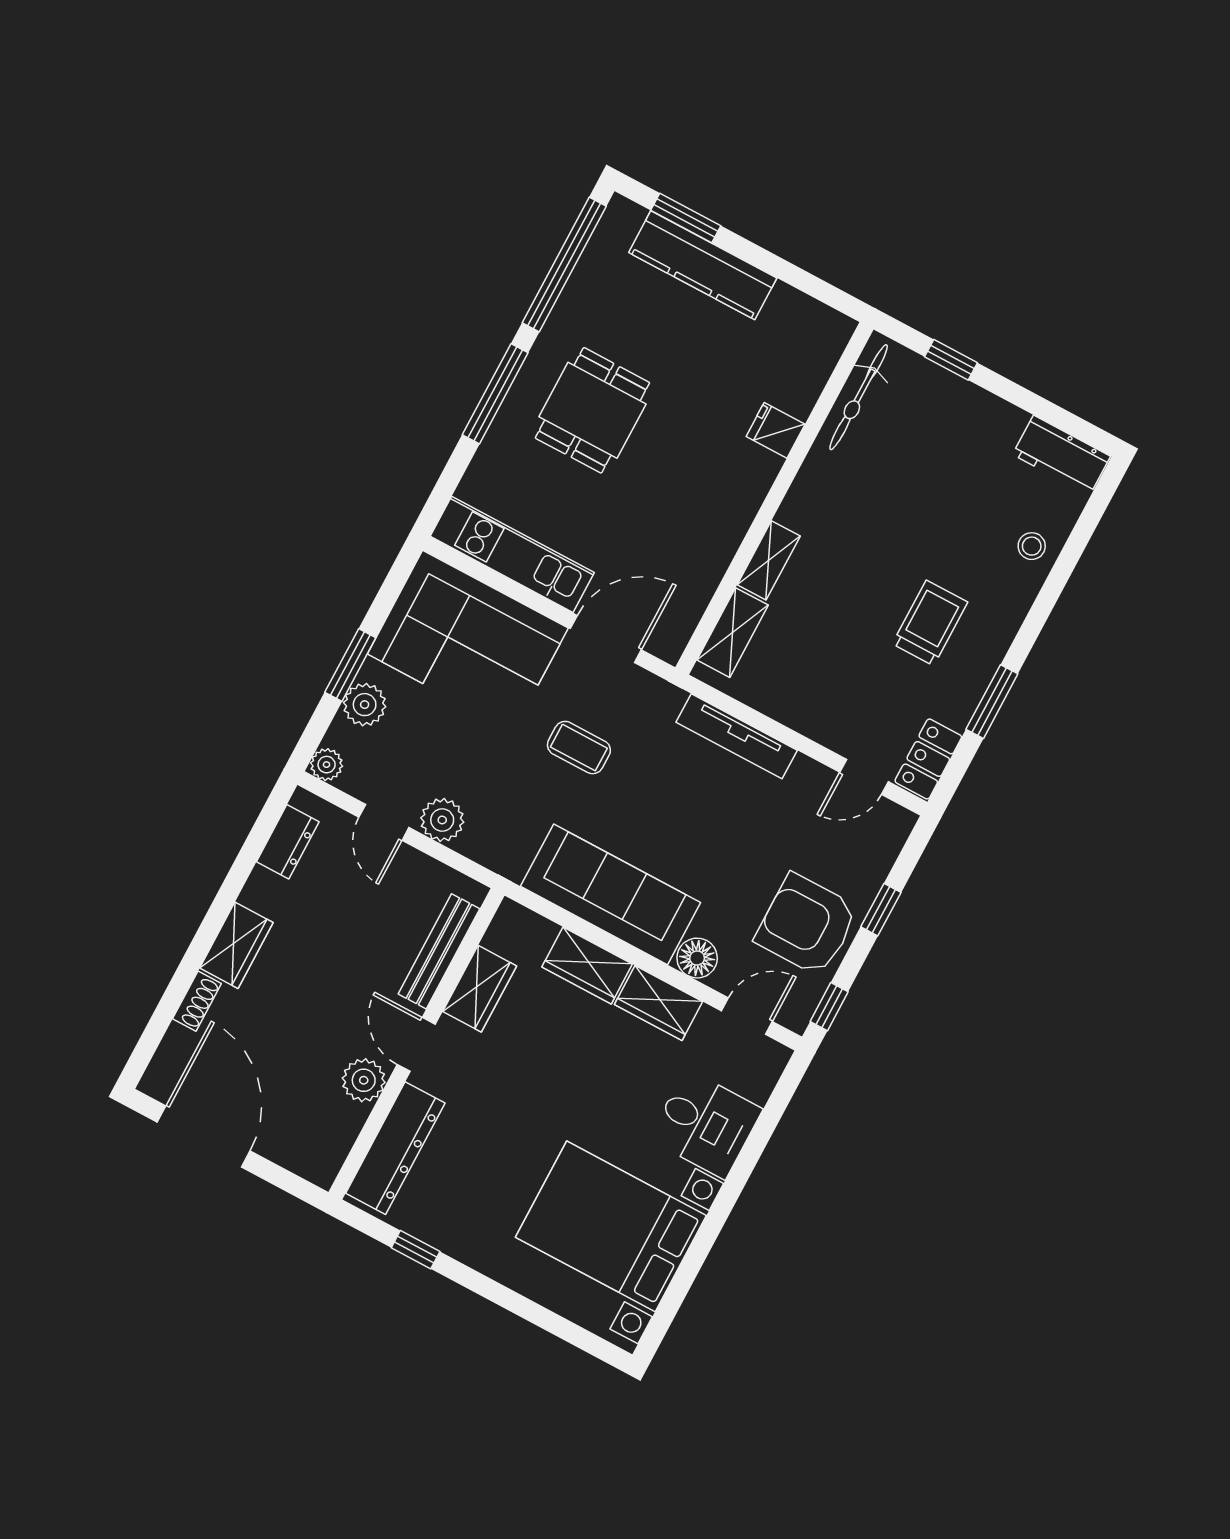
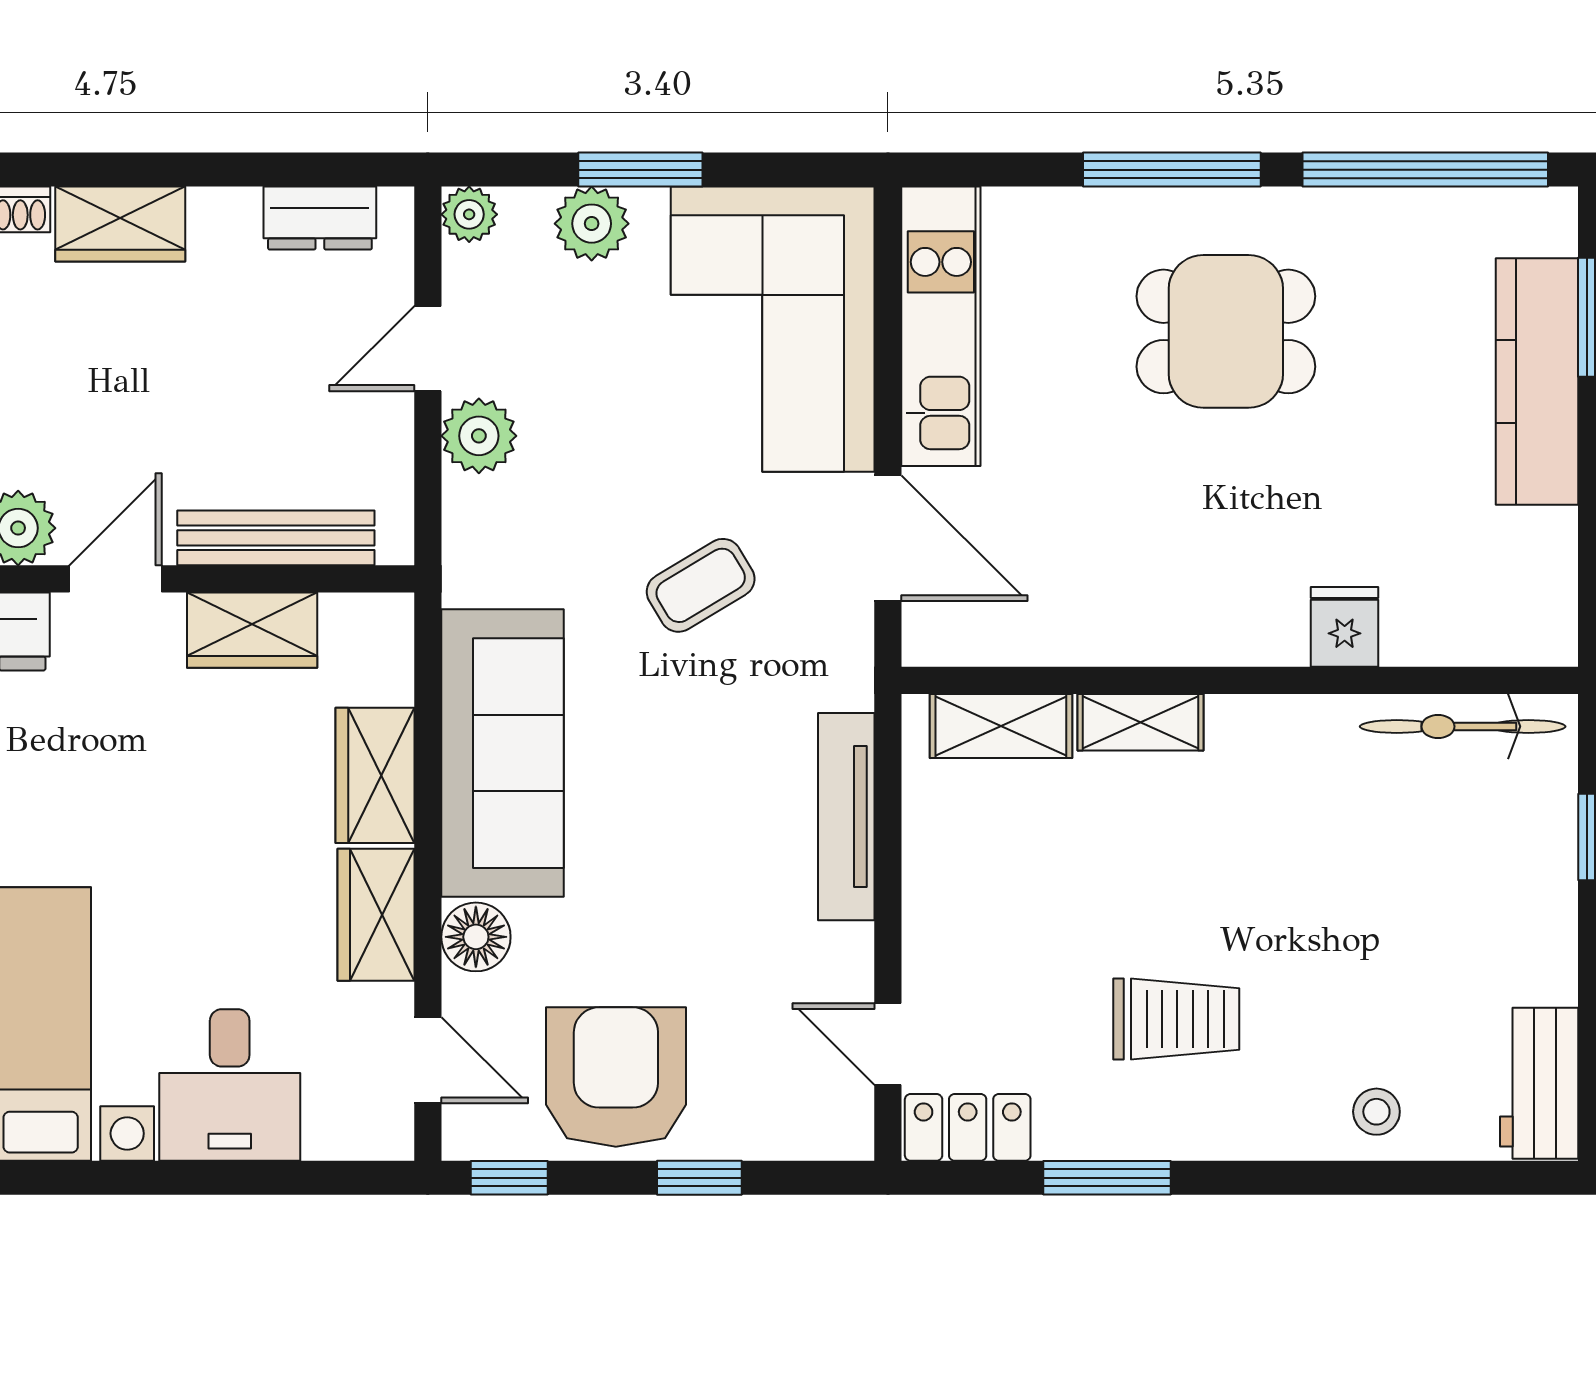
coffee table: (579, 748) -> (701, 585), turned 59

